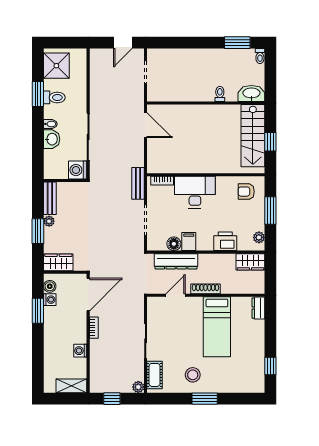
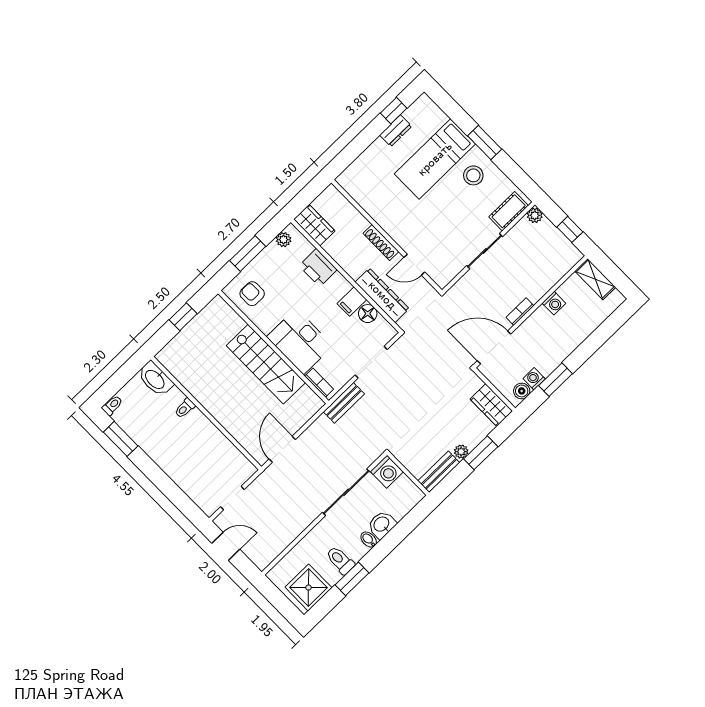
stairs: (253, 136) -> (266, 364), moved, turned 90
armchair: (246, 192) -> (252, 294), turned 180
dresser: (258, 308) -> (396, 131), moved
bed: (217, 327) -> (435, 159), moved, turned 180

